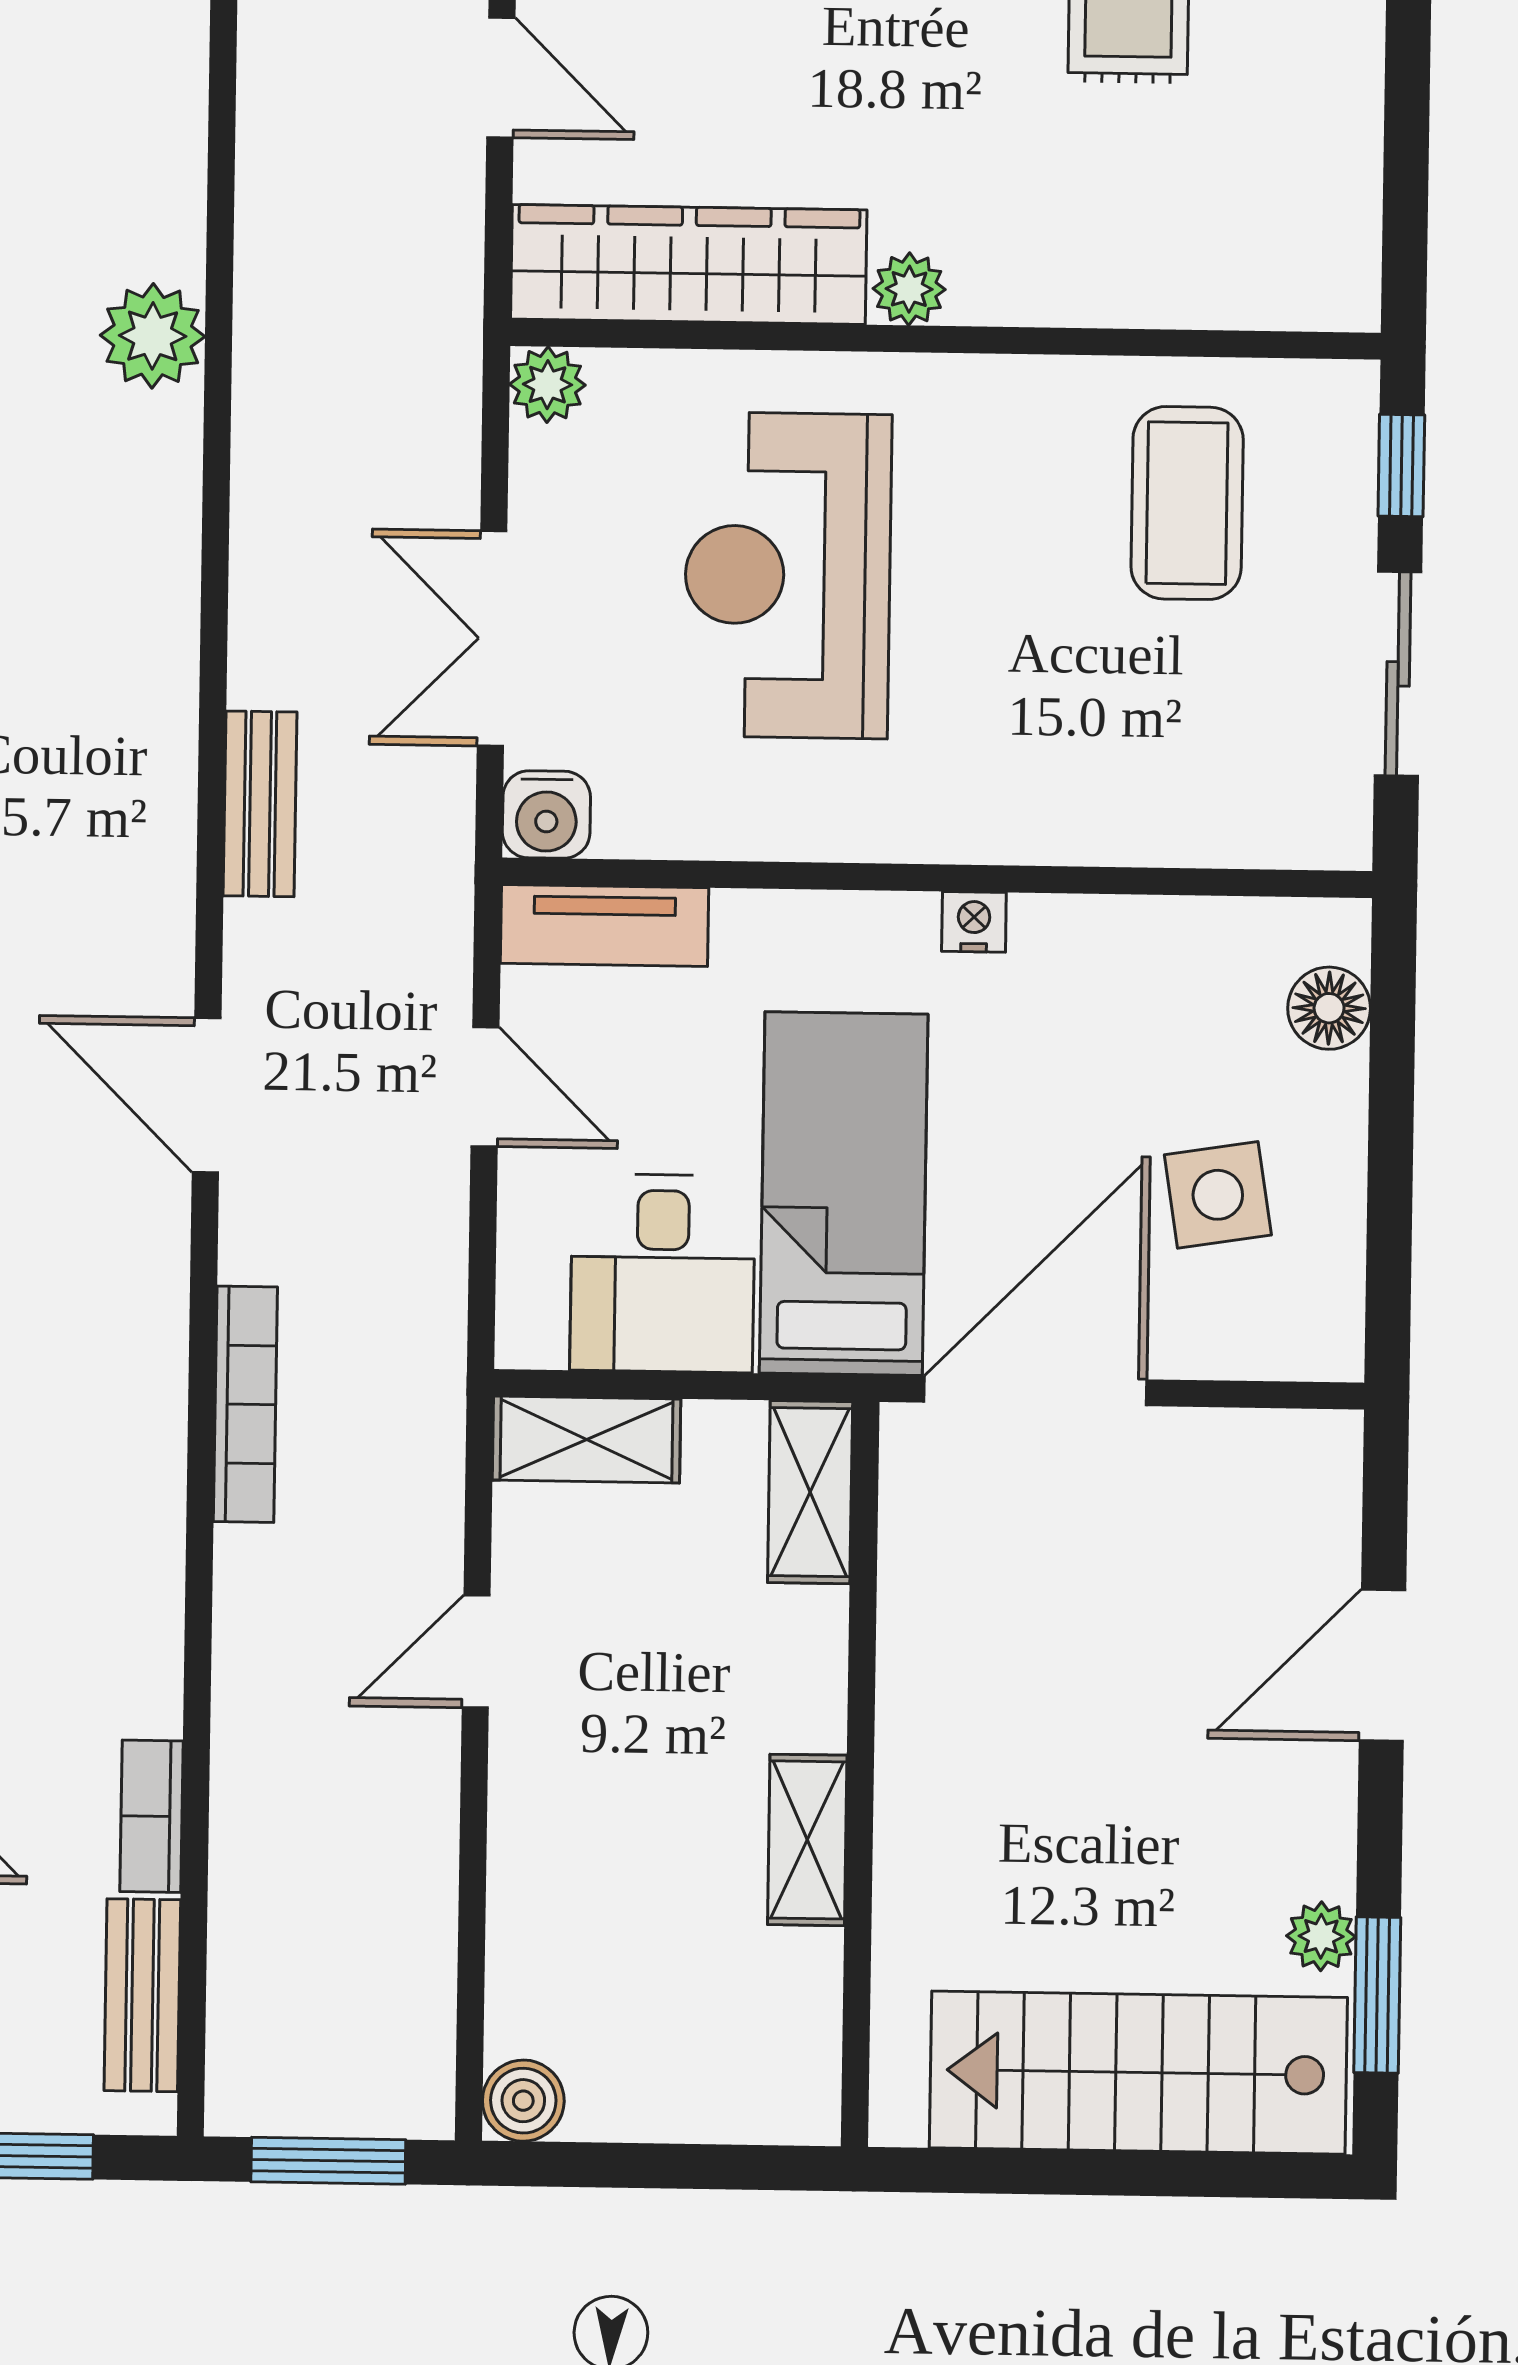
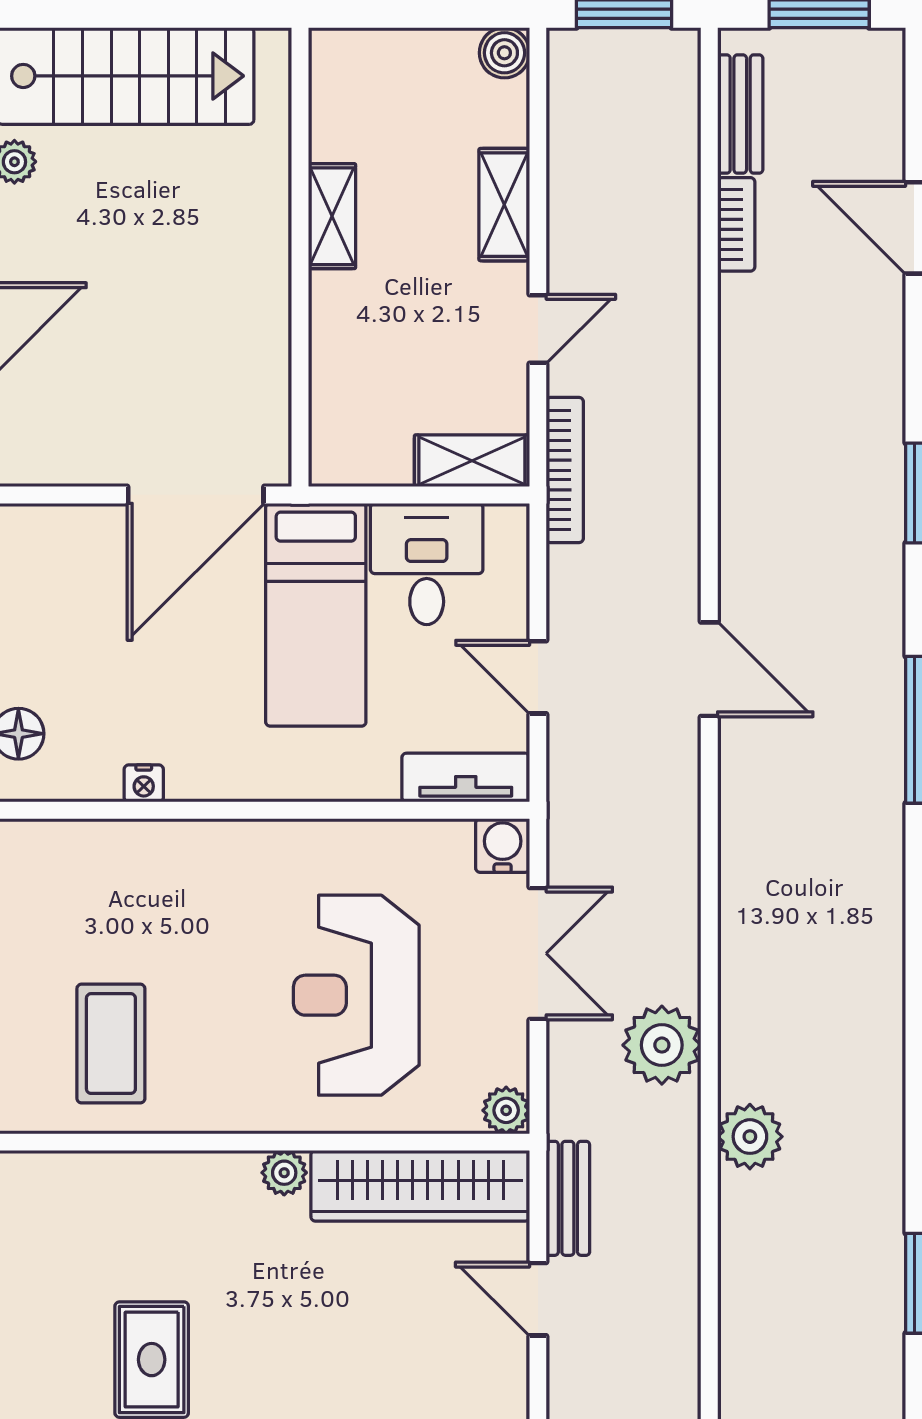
plant: (293, 487) -> (662, 1045), added
reception desk: (788, 575) -> (356, 995), turned 180
bench: (260, 804) -> (568, 1198), moved
nightstand: (974, 922) -> (144, 783), moved
side table: (1218, 1195) -> (85, 618), removed
bookcase: (245, 1404) -> (565, 470), moved, turned 180
shelving: (810, 1492) -> (504, 205), moved

